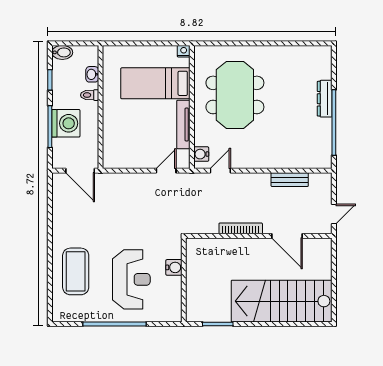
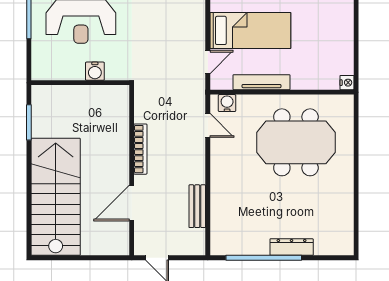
bed: (155, 83) -> (250, 30), moved, turned 90
door: (166, 171) -> (208, 62), hinge flipped

